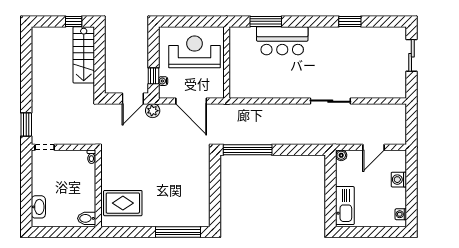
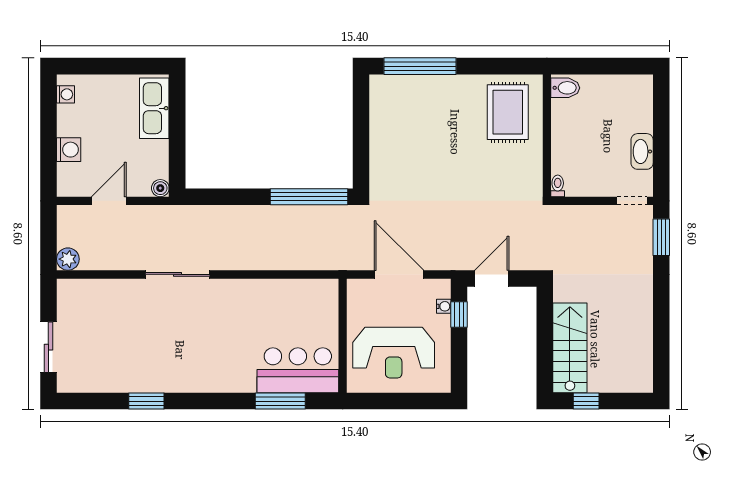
bar counter: (282, 41) -> (298, 370), moved
plant: (153, 111) -> (68, 259), moved
rug: (123, 203) -> (508, 112), turned 90
washbasin: (38, 207) -> (642, 151), moved

